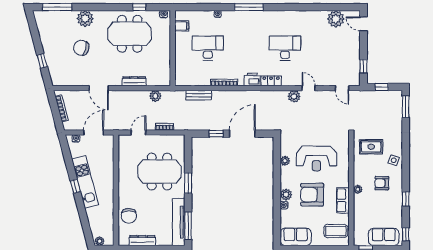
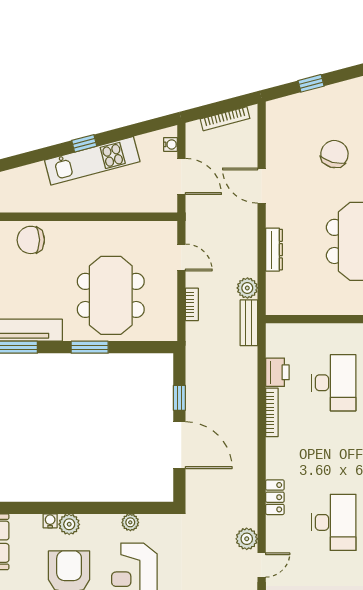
printer: (252, 79) -> (277, 372), moved
door: (99, 88) -> (262, 186), hinge flipped
bench: (199, 95) -> (249, 323), moved

